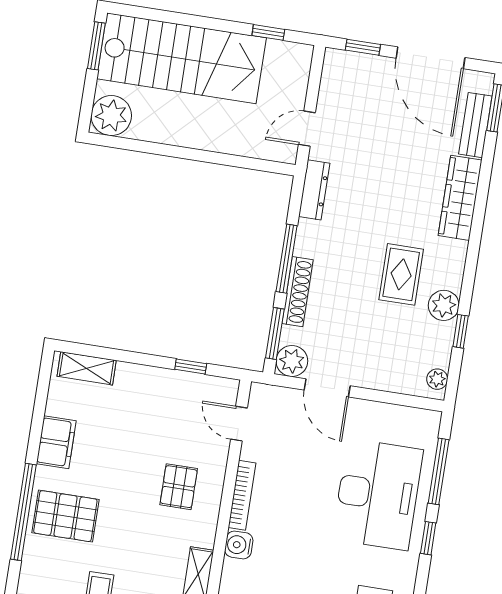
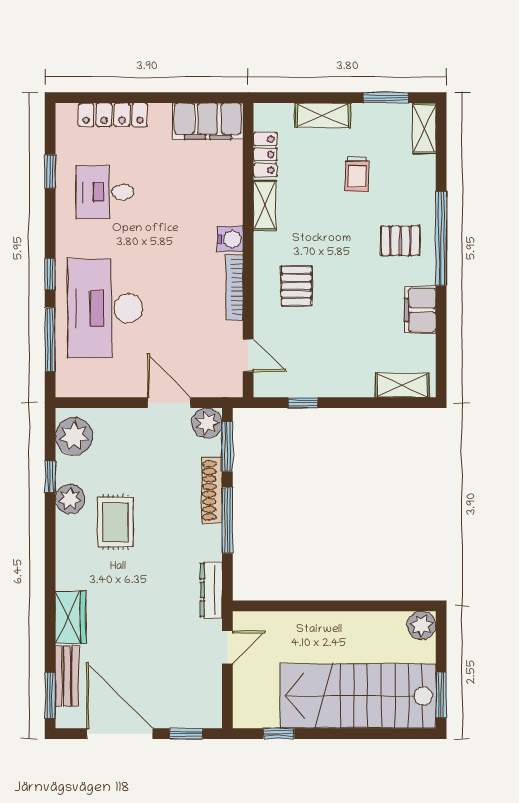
plant: (111, 116) -> (422, 625), width x0.73, depth x0.73
wardrobe: (460, 198) -> (71, 617), width x0.67
plant: (437, 379) -> (74, 436), width x1.87, depth x1.87
pallet: (65, 516) -> (400, 241), width x0.67, depth x0.71

